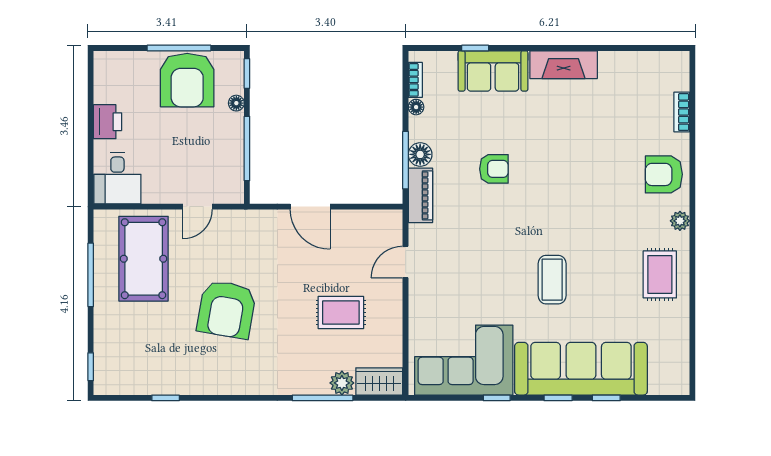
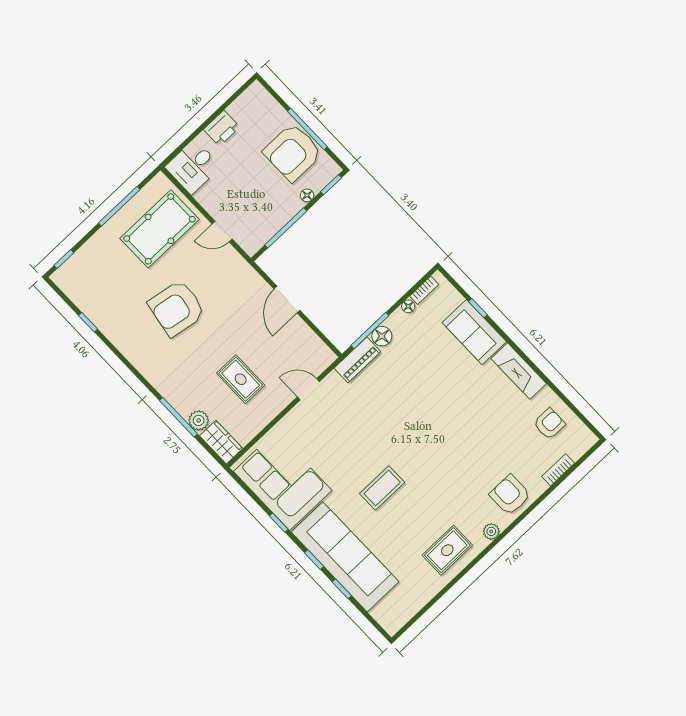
armchair: (494, 169) -> (549, 424), moved, turned -90

